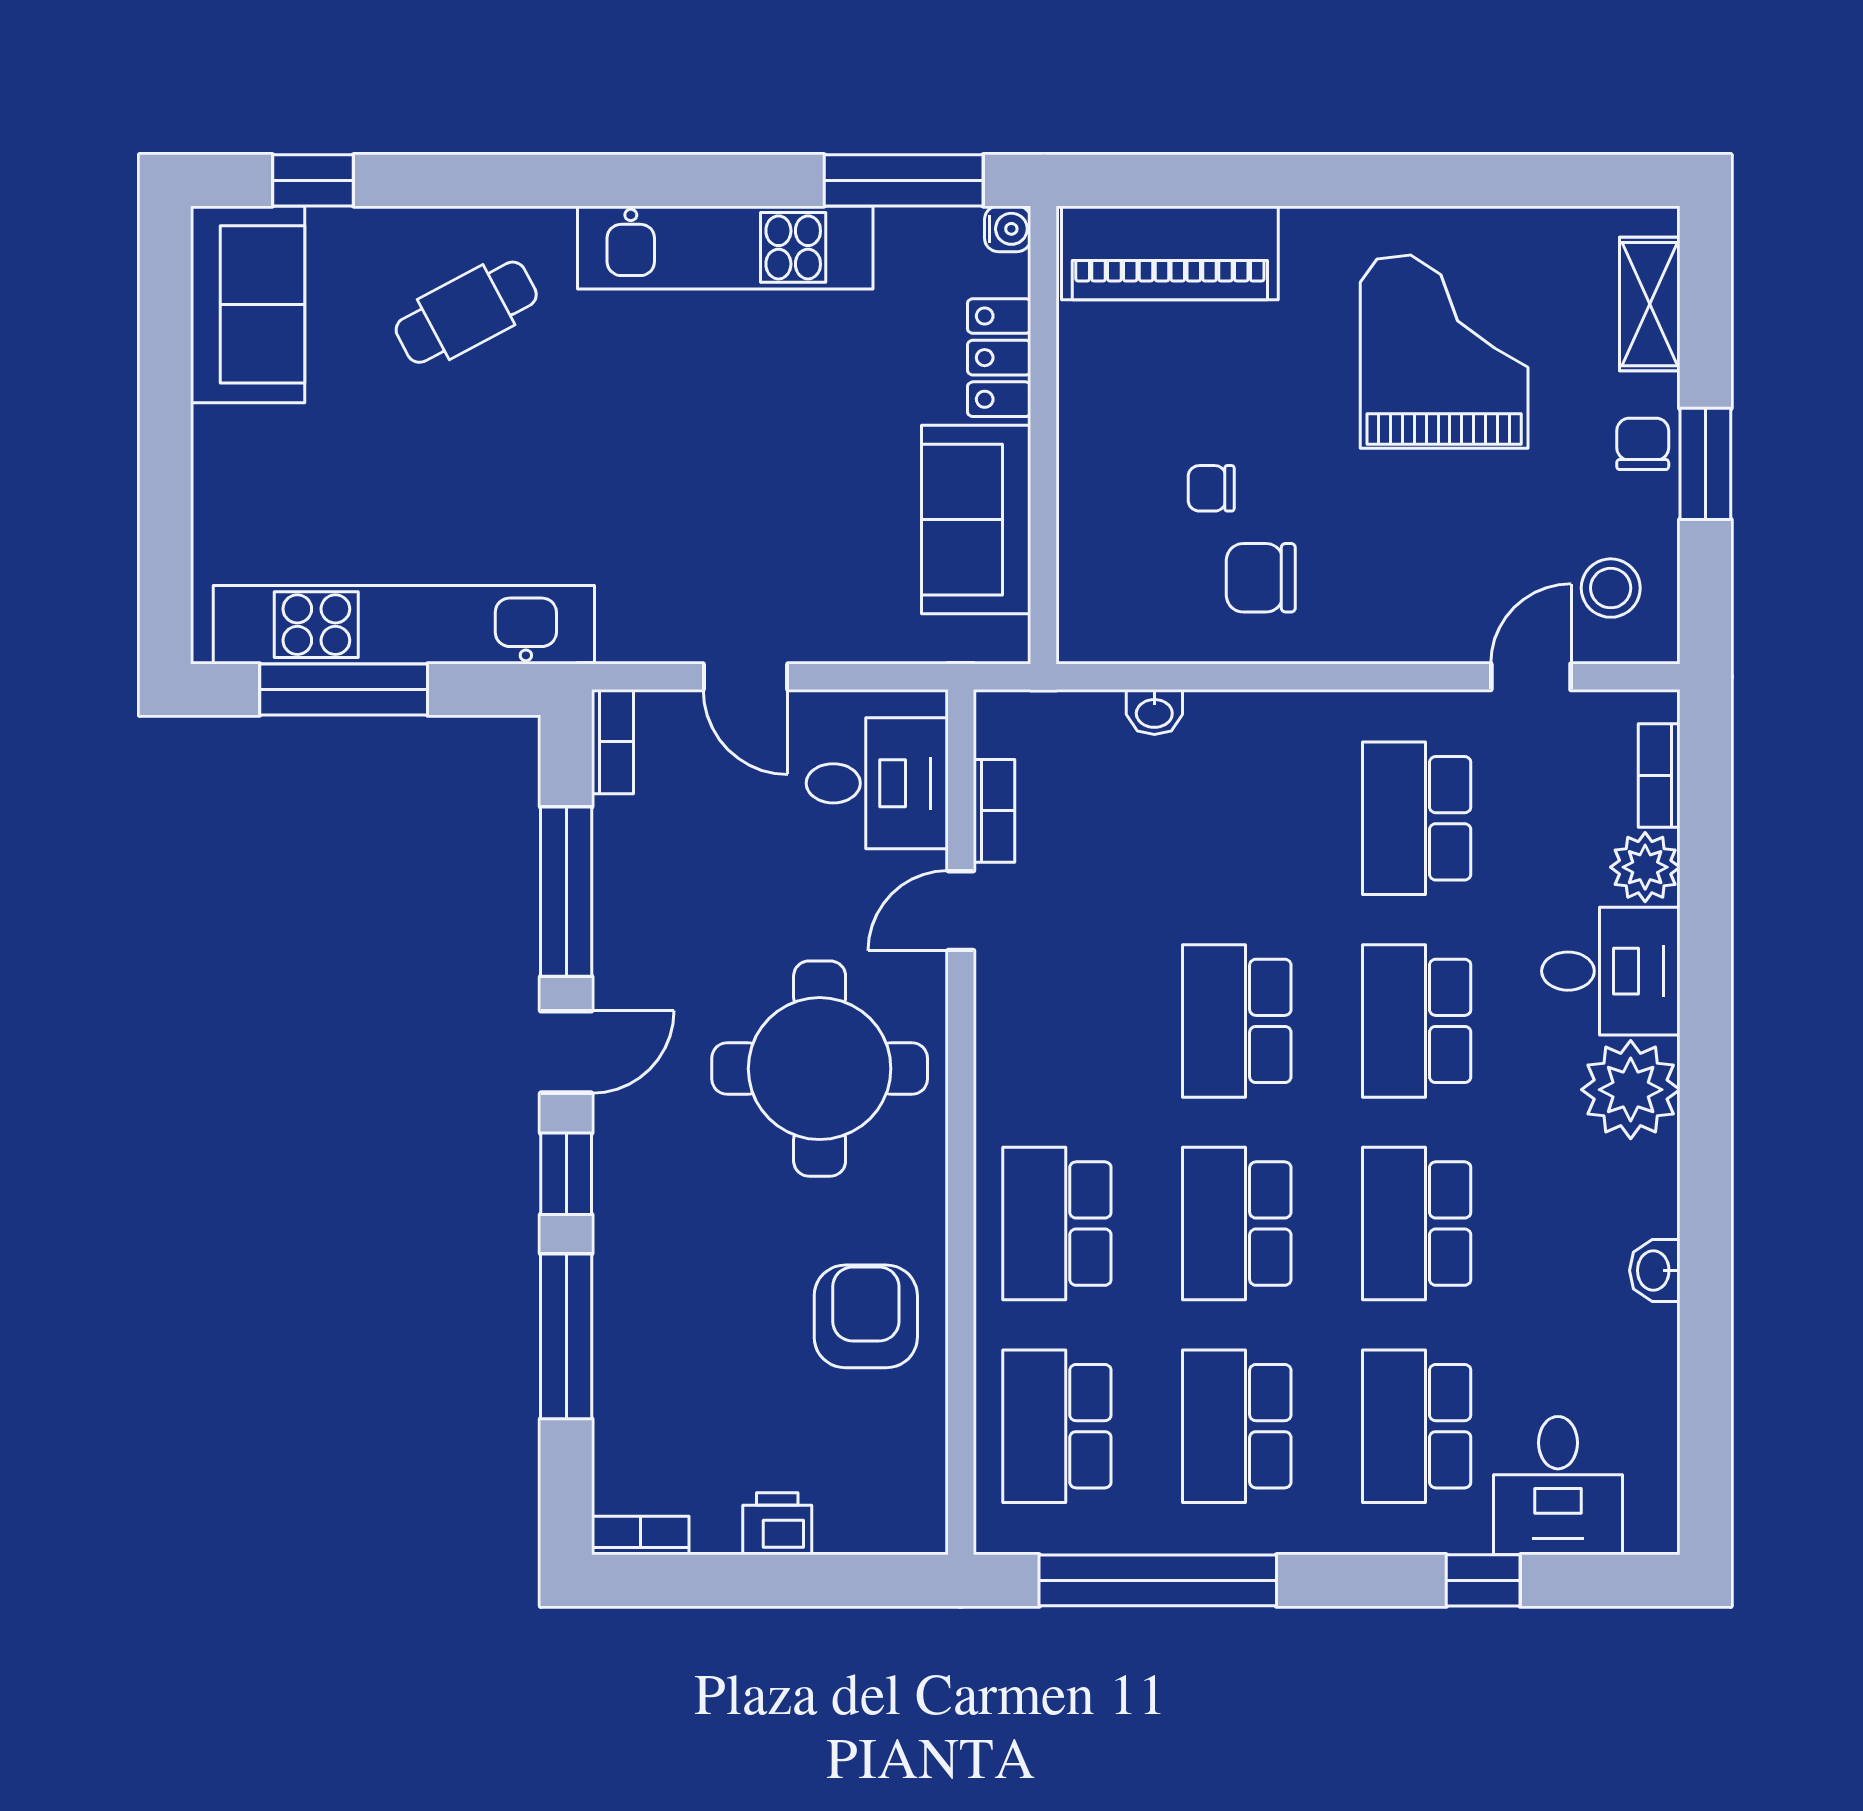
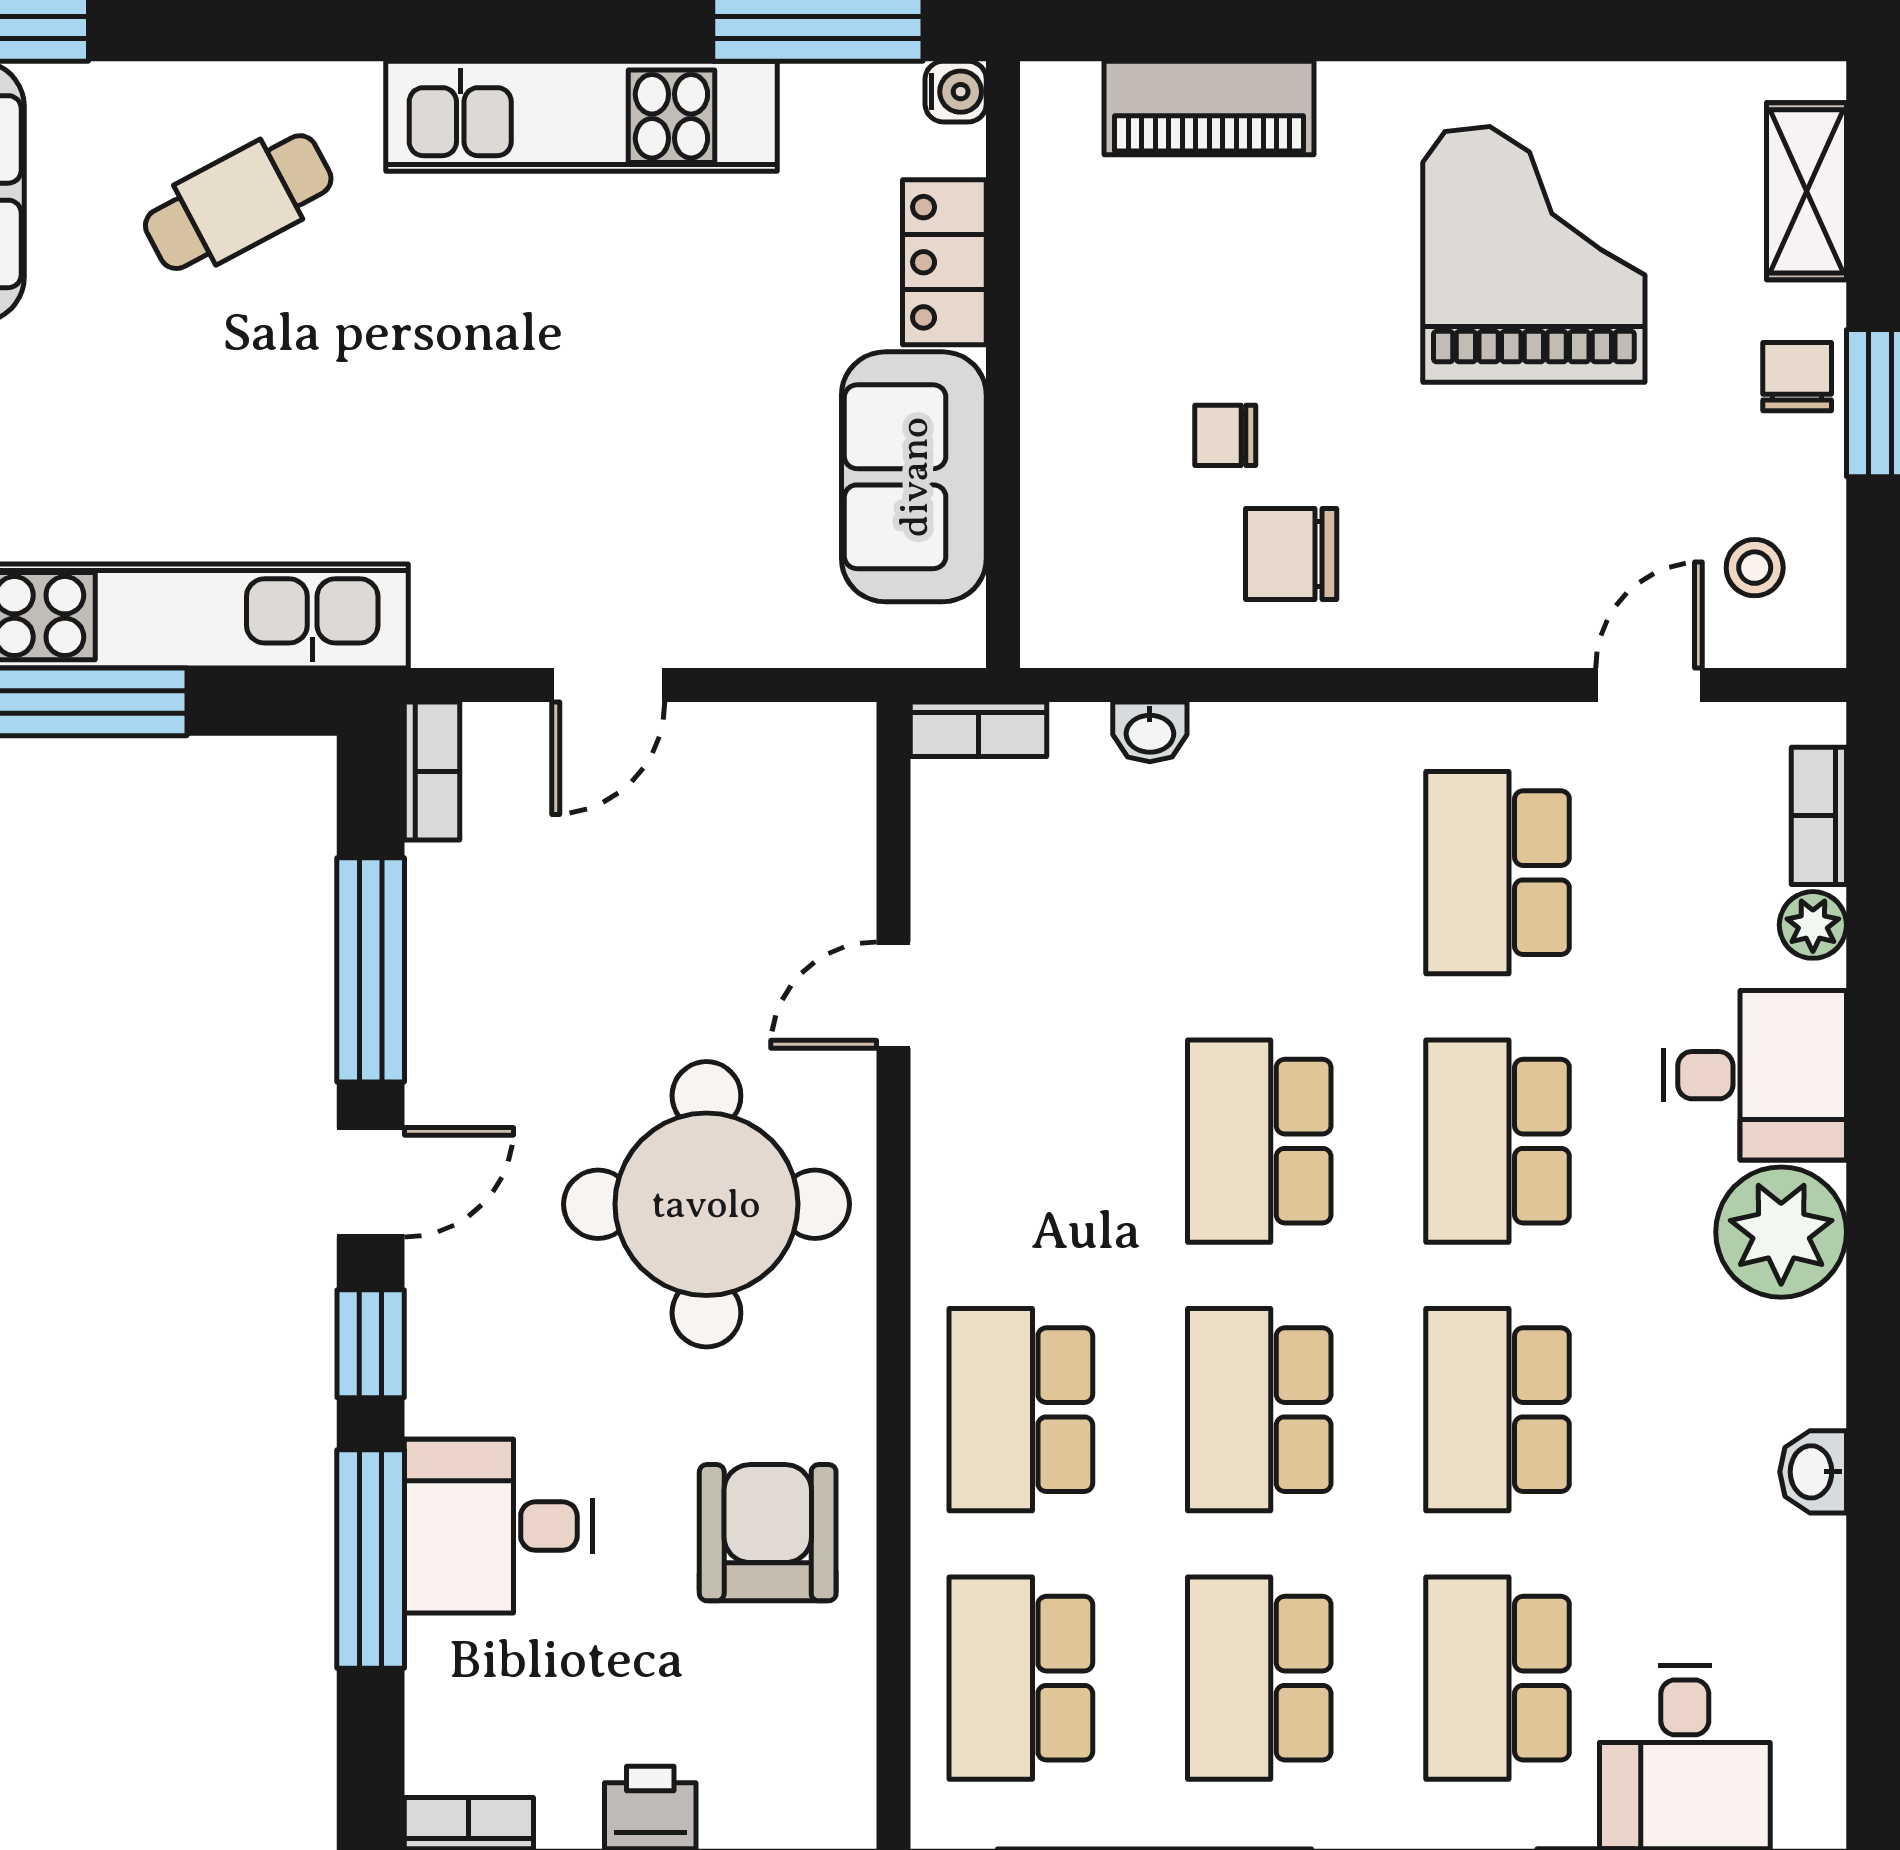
piano: (1170, 253) -> (1209, 108), width x0.73, depth x0.75
stool: (1611, 588) -> (1755, 568), width x0.73, depth x0.73
door: (745, 677) -> (608, 685), hinge flipped
desk: (877, 783) -> (498, 1526), moved, turned 180
bookcase: (994, 811) -> (978, 729), moved, turned 90
plant: (1645, 867) -> (1813, 925), width x0.73, depth x0.73

